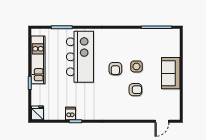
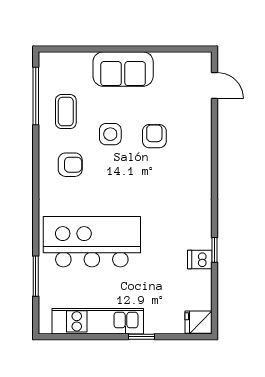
coffee table: (148, 43) -> (66, 112), added
armchair: (115, 69) -> (70, 165), moved

